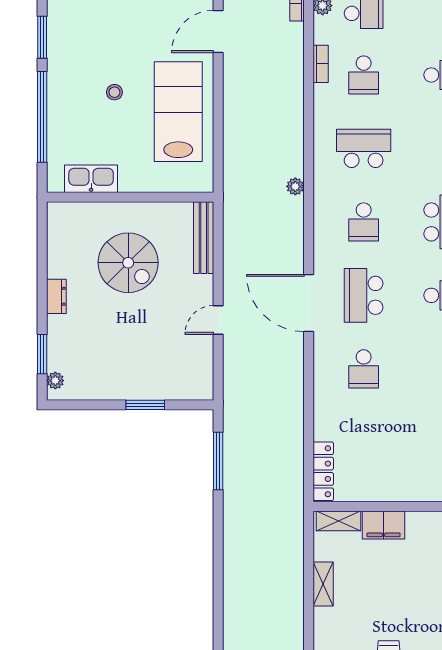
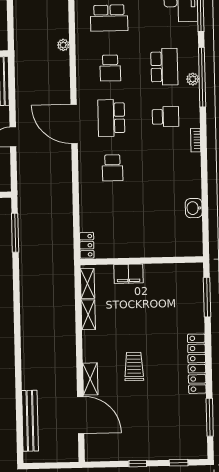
school desk: (364, 148) -> (109, 18), turned 180
locker: (323, 471) -> (87, 245), width x0.66
shelving: (339, 521) -> (88, 283), moved, turned 90

